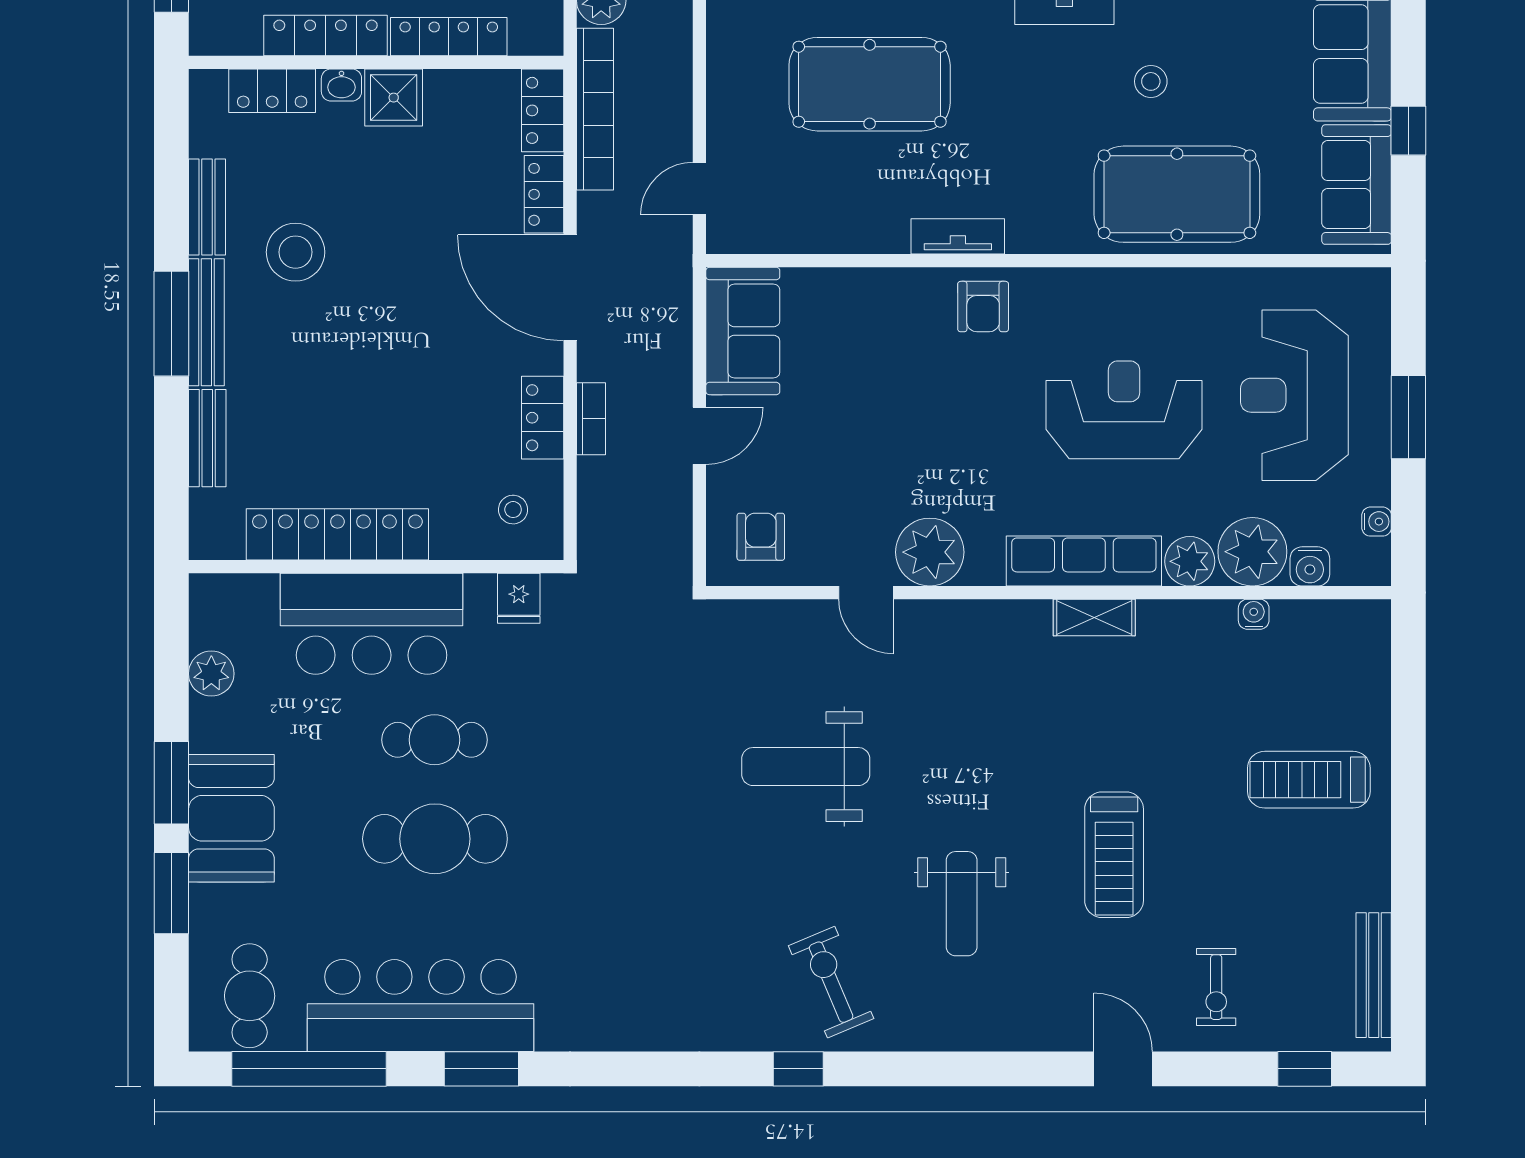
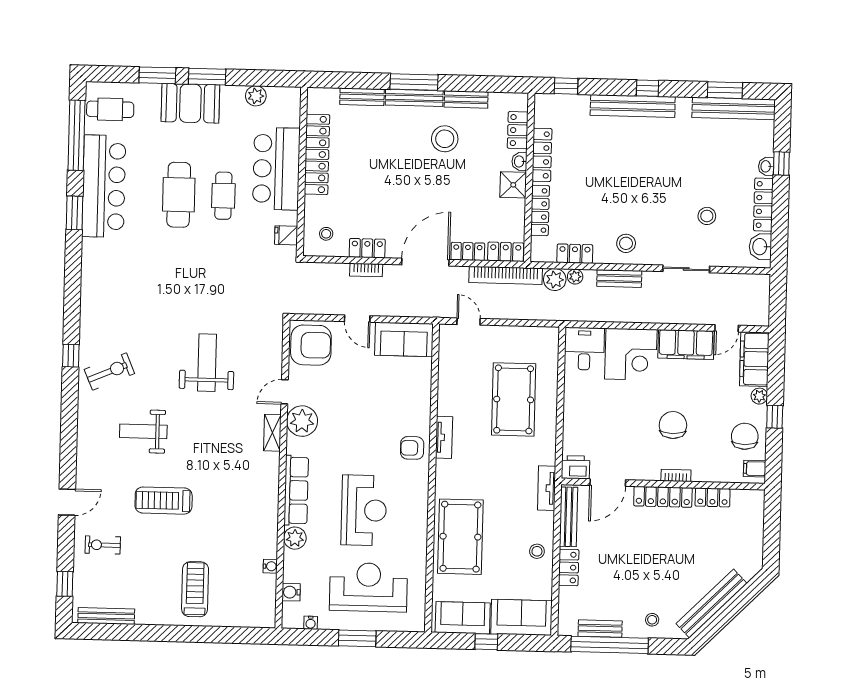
stool: (1151, 81) -> (537, 551), moved
armchair: (761, 537) -> (311, 345), width x1.88, depth x1.88
plant: (1252, 552) -> (298, 566), removed
shelving: (1094, 617) -> (272, 433), moved

